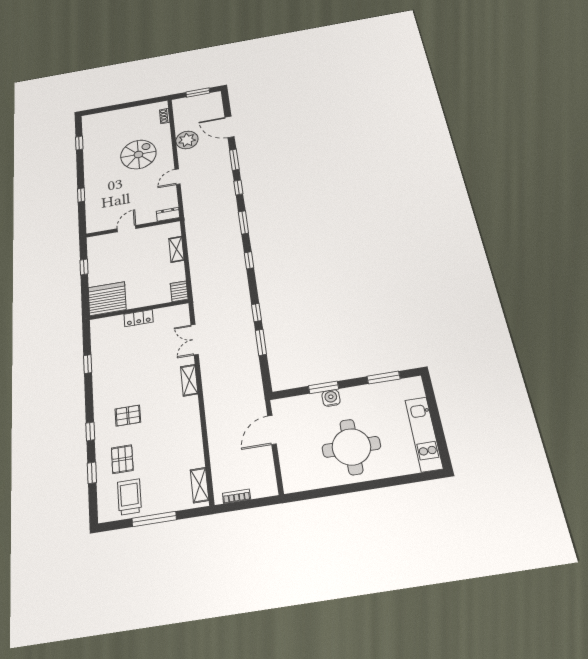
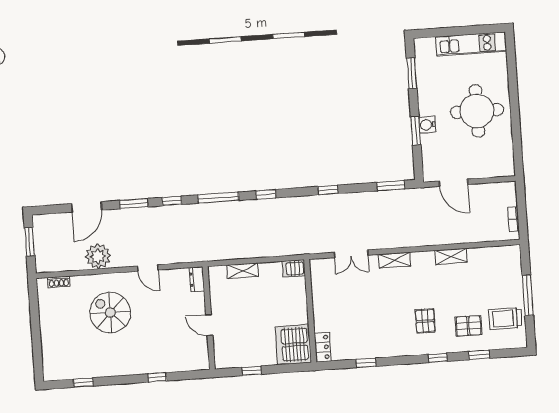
window: (243, 222) -> (218, 198), width x1.44
locker: (139, 318) -> (323, 347), moved
window: (261, 342) -> (391, 186), moved
shelving: (200, 485) -> (451, 256), moved

